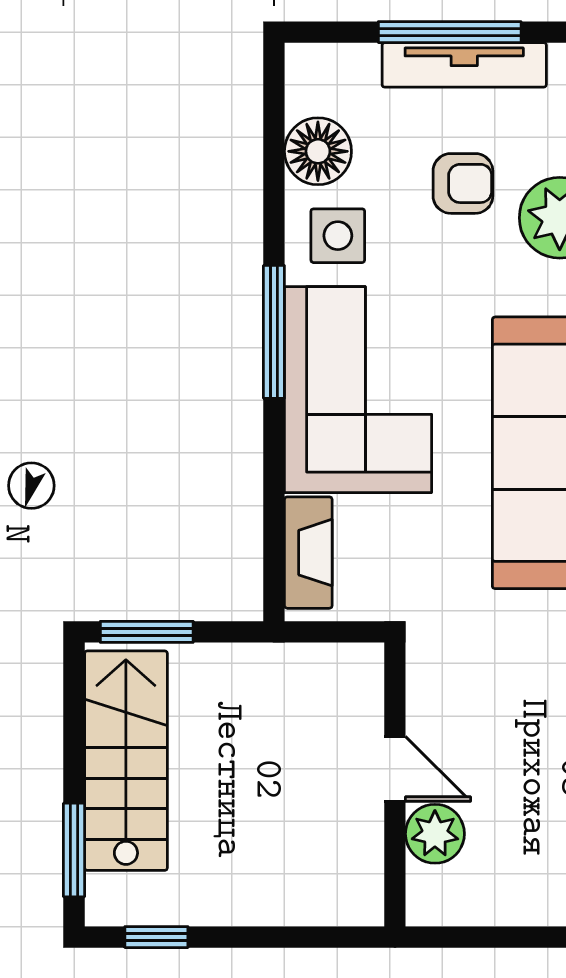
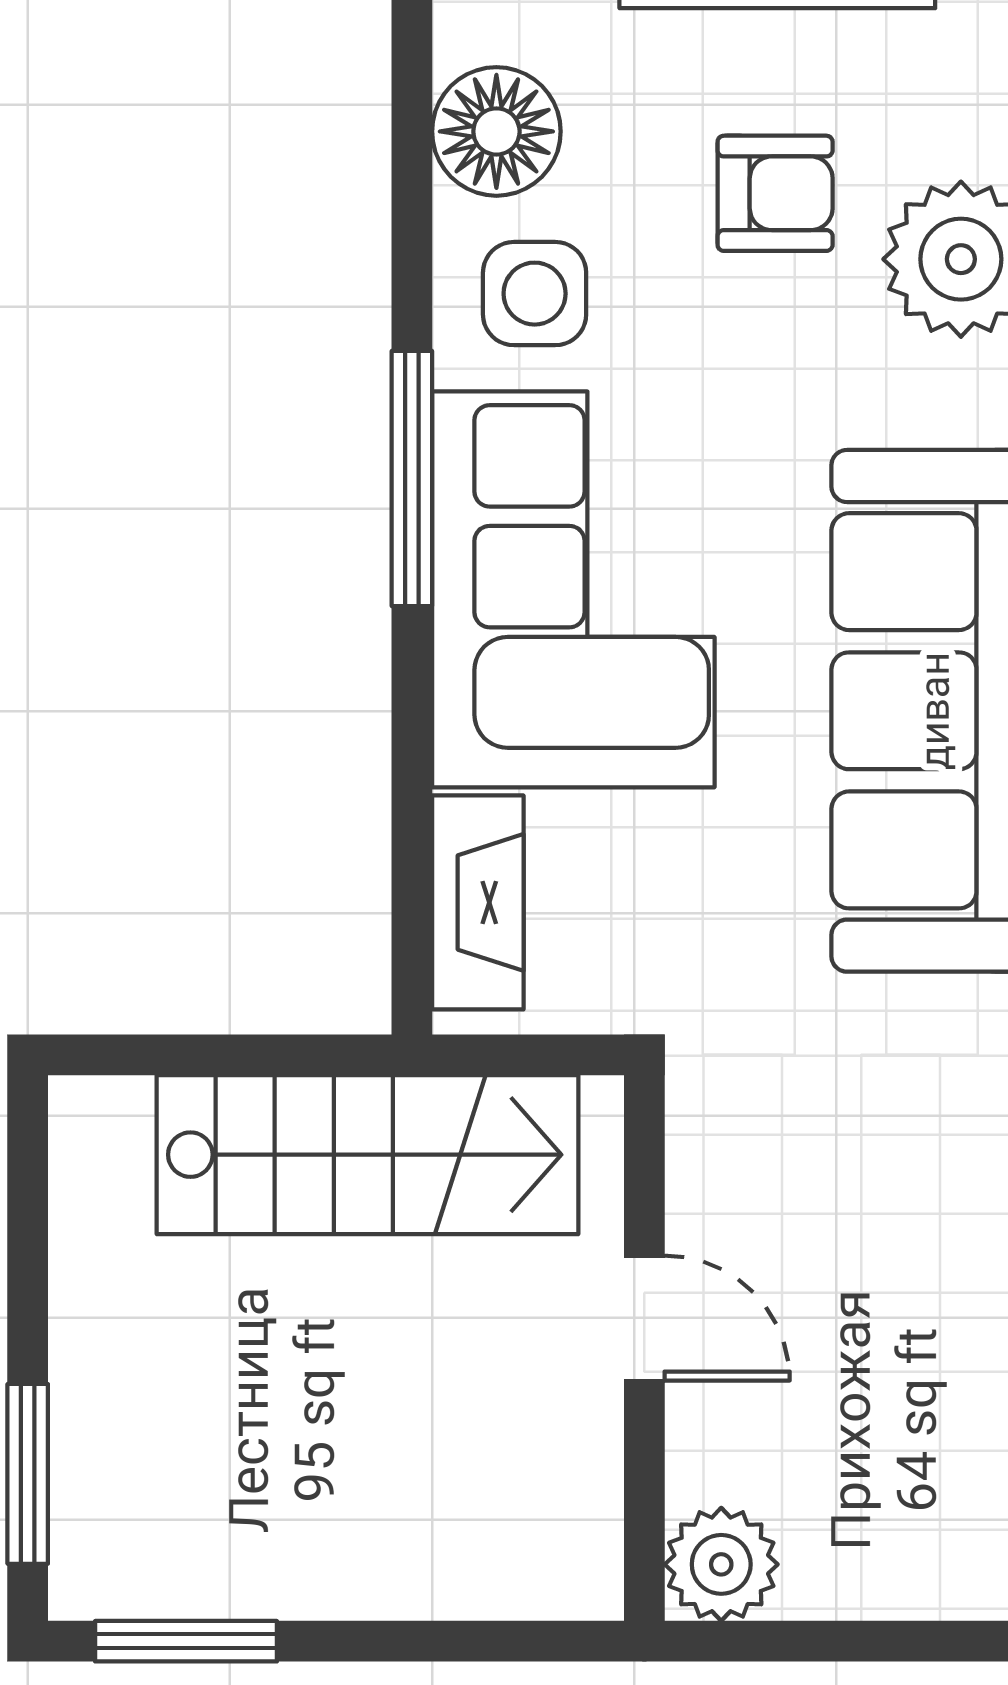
window: (147, 632) -> (167, 1055), removed
stairs: (126, 761) -> (367, 1155), moved, turned 90
plant: (435, 834) -> (721, 1564), moved
window: (156, 937) -> (186, 1641), width x1.50

